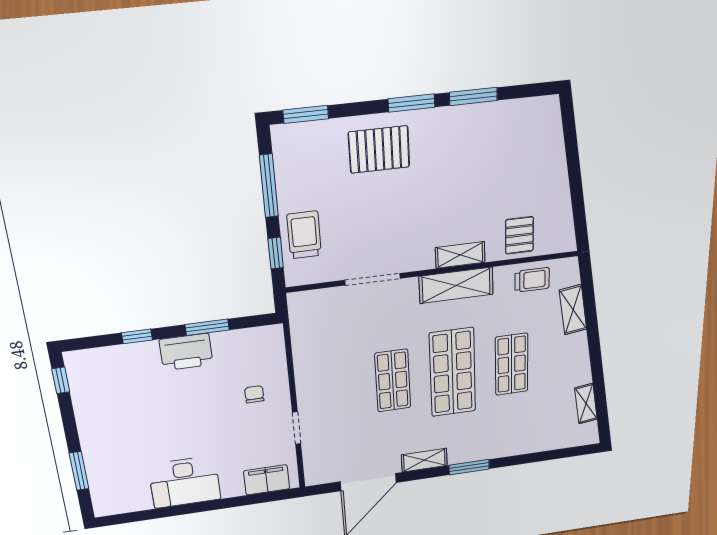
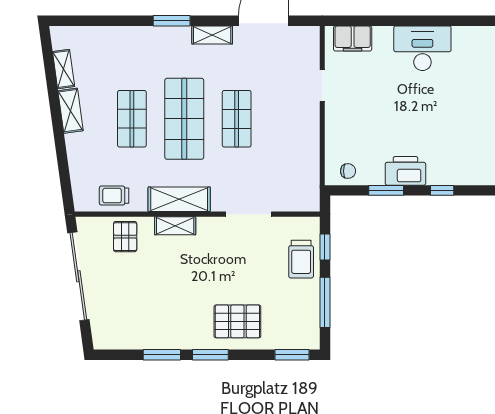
sliding door: (575, 182) -> (78, 276), added
shelving: (573, 310) -> (71, 111), moved
chair: (254, 394) -> (348, 171), moved, turned -90

